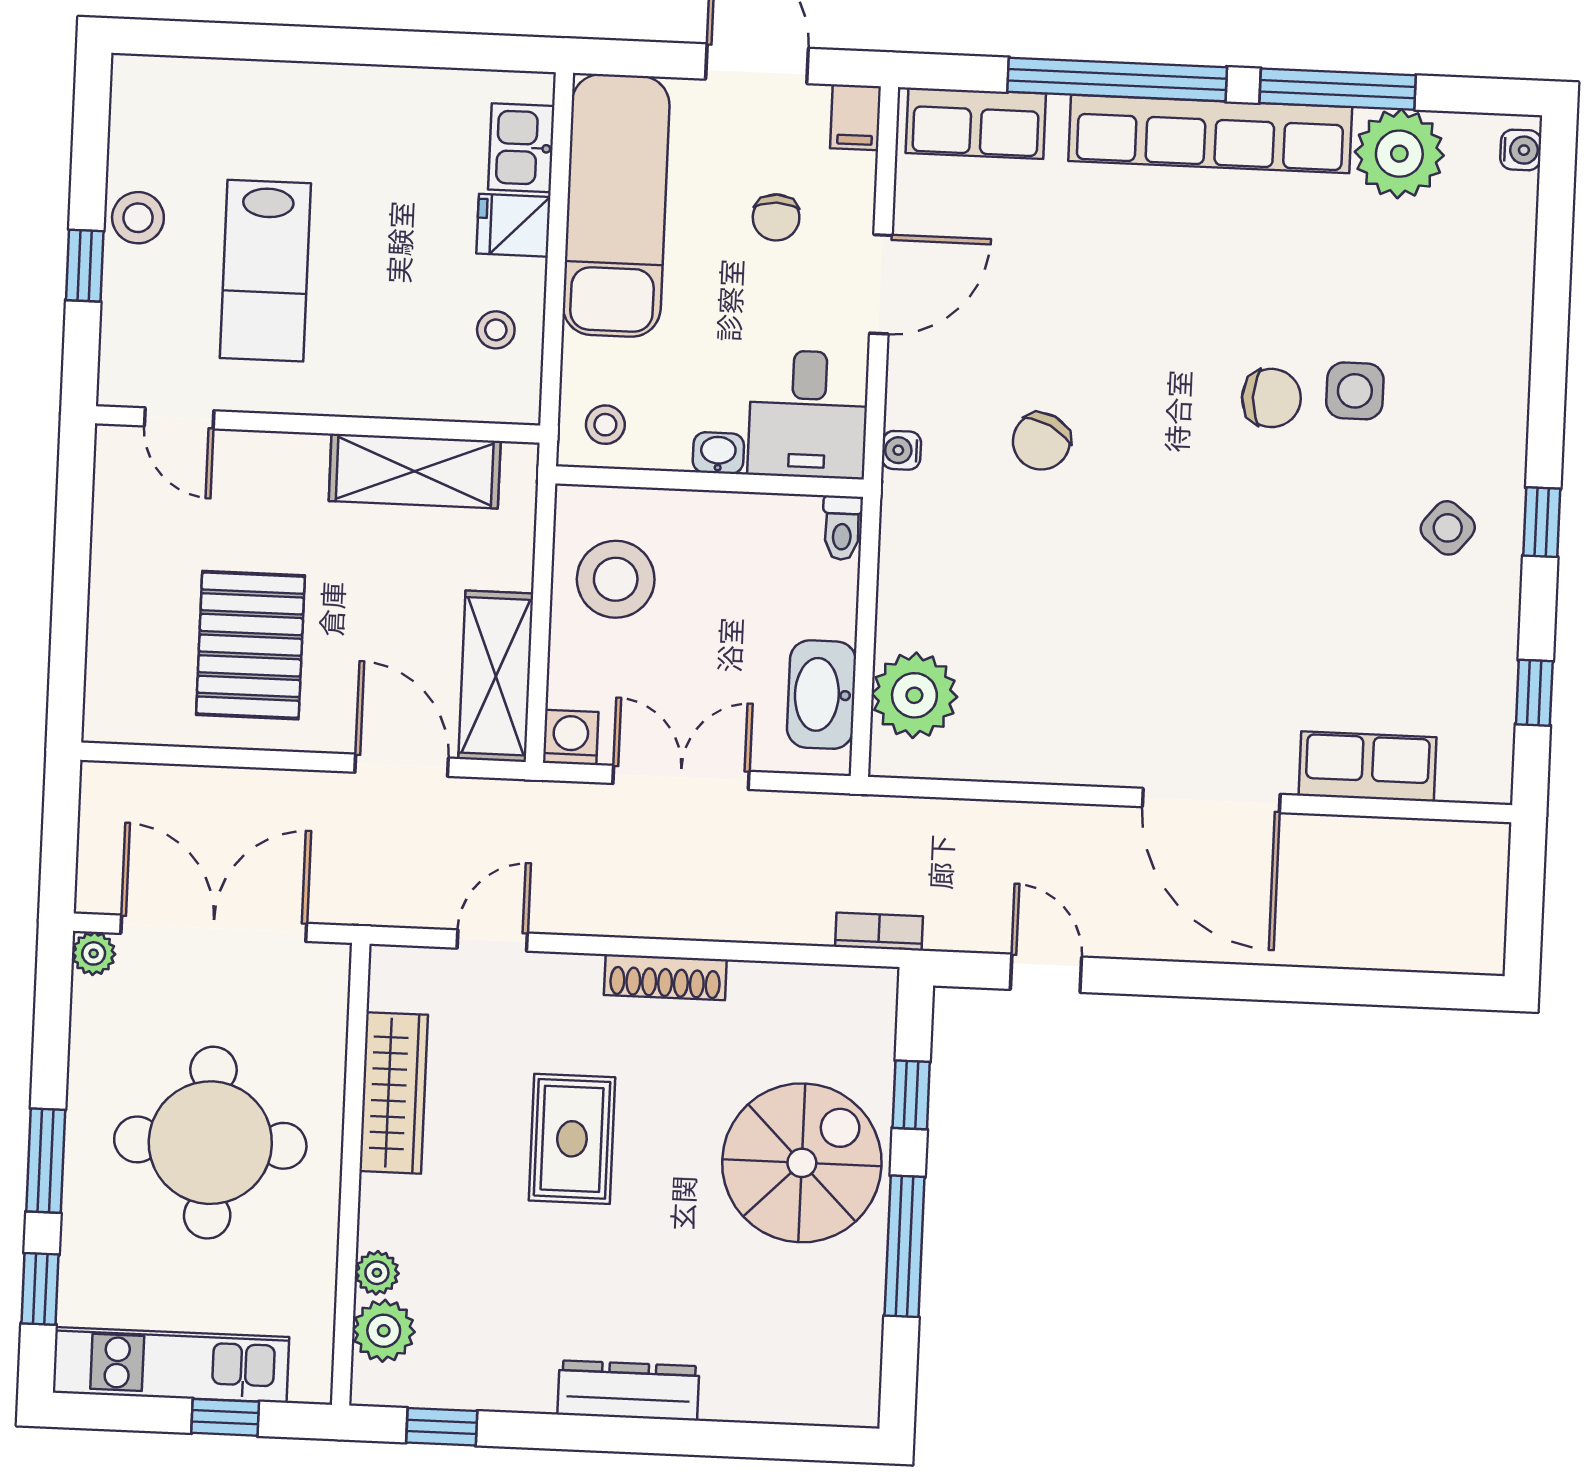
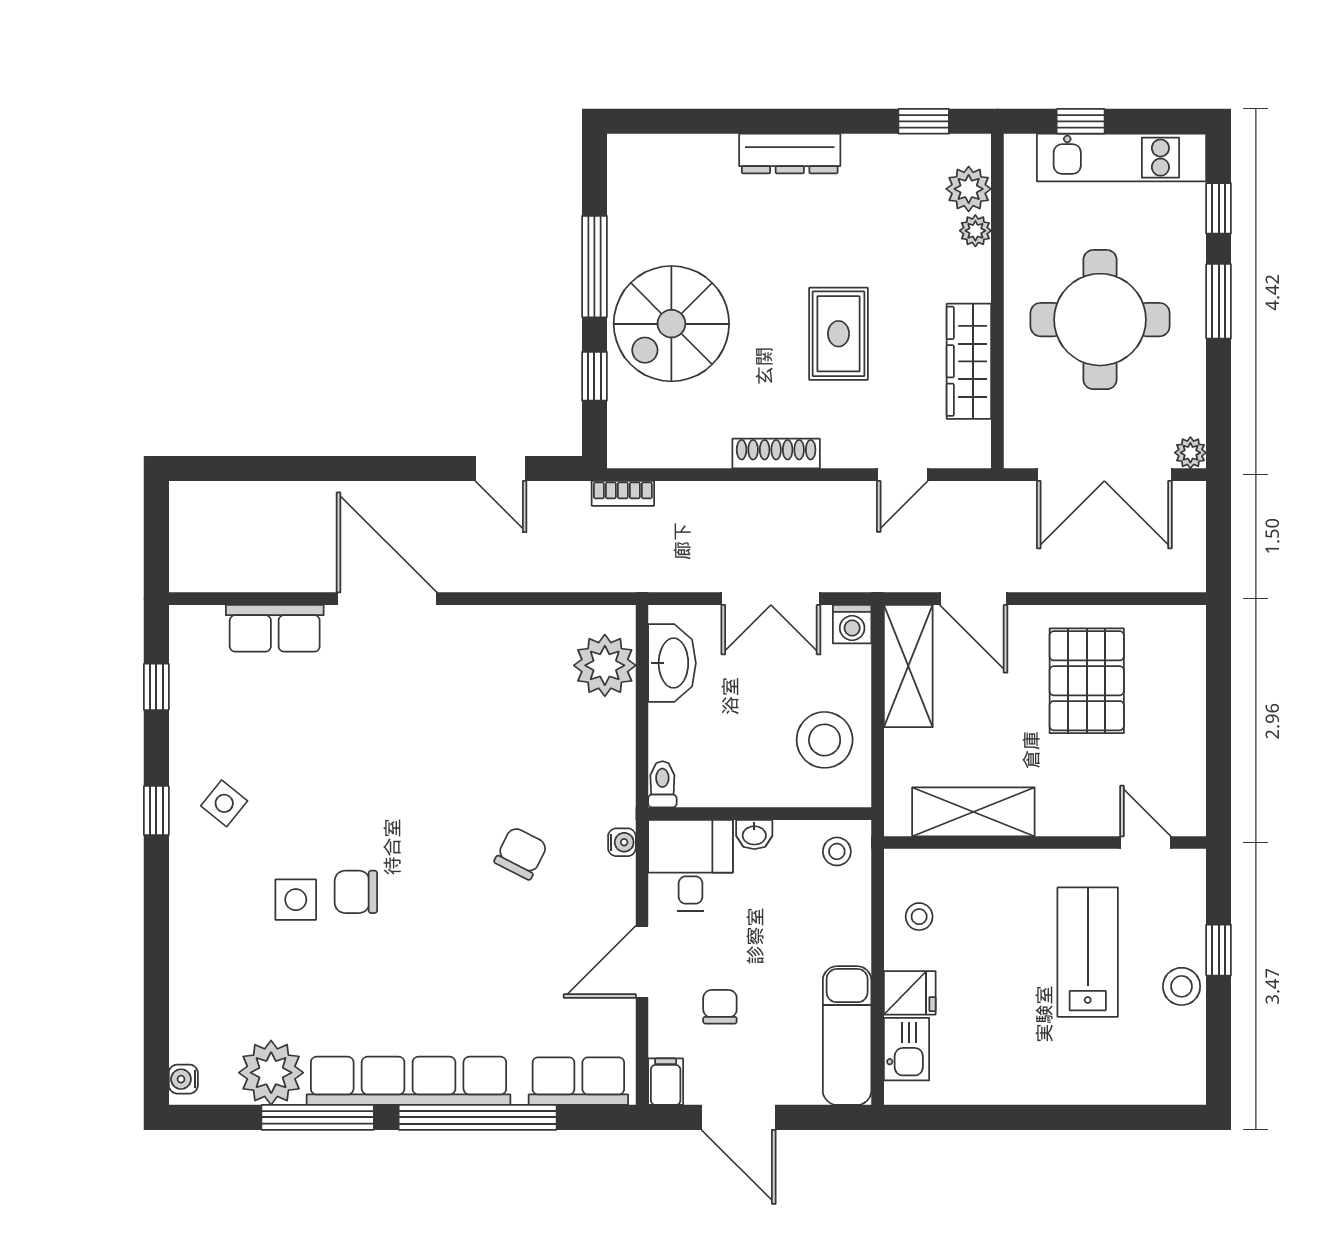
exam couch: (616, 205) -> (847, 1036), width x0.73, depth x0.69

